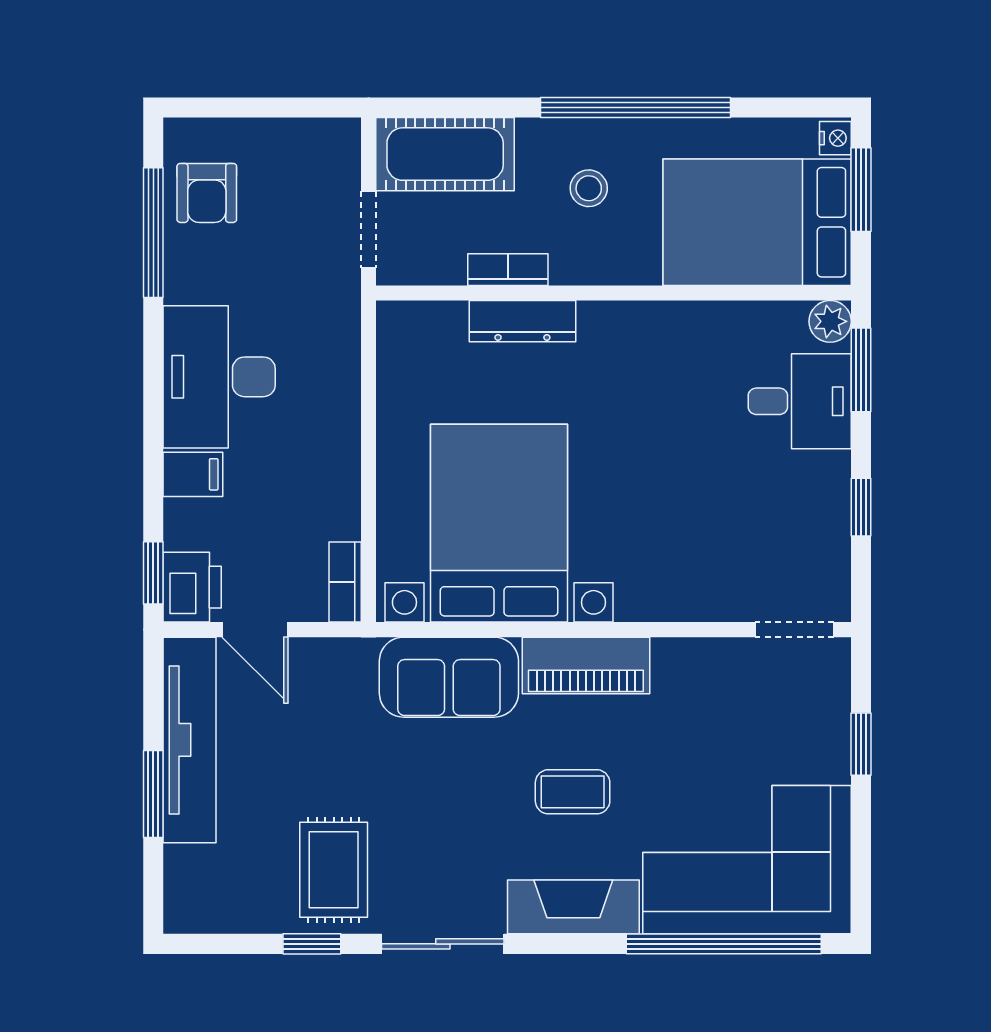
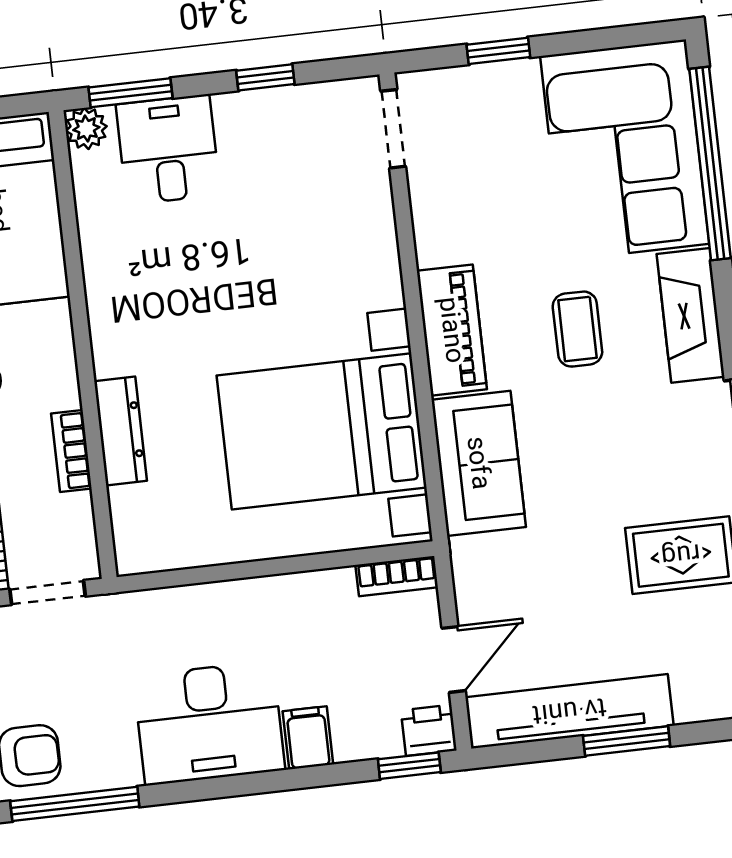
printer: (192, 587) -> (429, 730), width x0.73, depth x0.81

